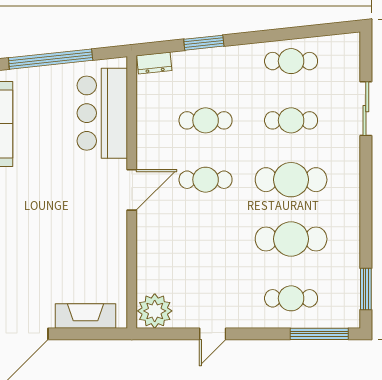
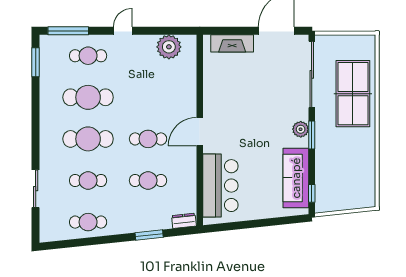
window: (51, 59) -> (257, 224), removed
plant: (155, 311) -> (169, 47), moved
door: (213, 334) -> (123, 31), moved

